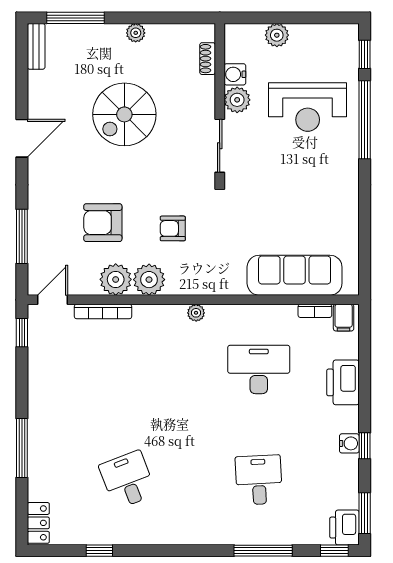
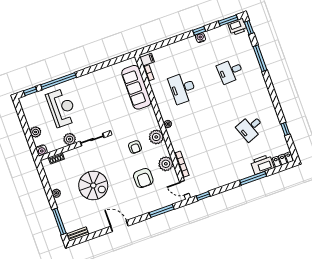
water cooler: (235, 74) -> (42, 150), moved
plant: (149, 280) -> (156, 137), moved
printer: (343, 382) -> (262, 164), moved, turned 180

